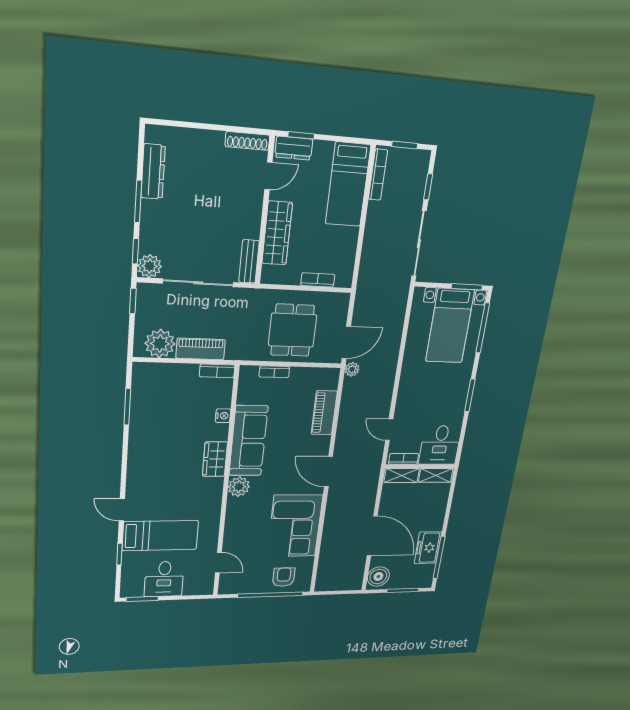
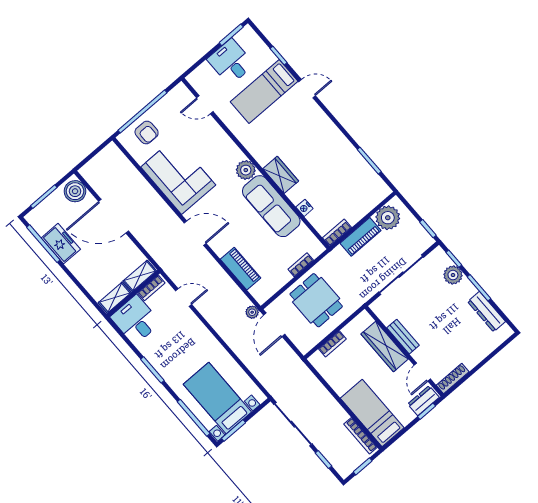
bench: (249, 261) -> (403, 337), moved
plant: (150, 266) -> (453, 275), moved

